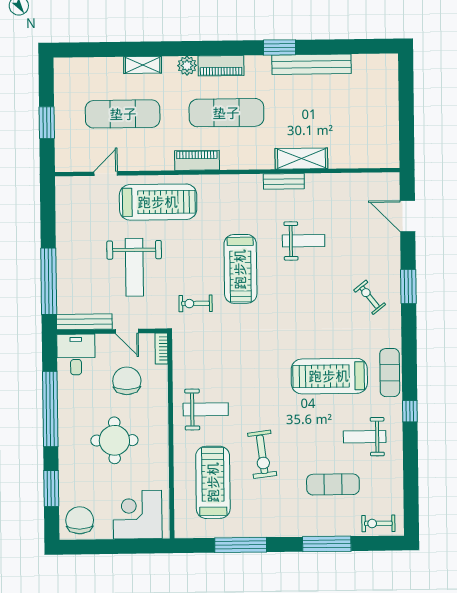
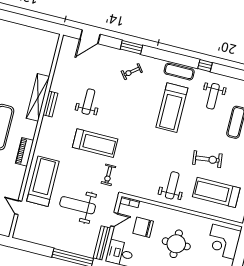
shelving: (301, 159) -> (38, 97), width x1.47
weight bench: (134, 267) -> (78, 205), turned 180

